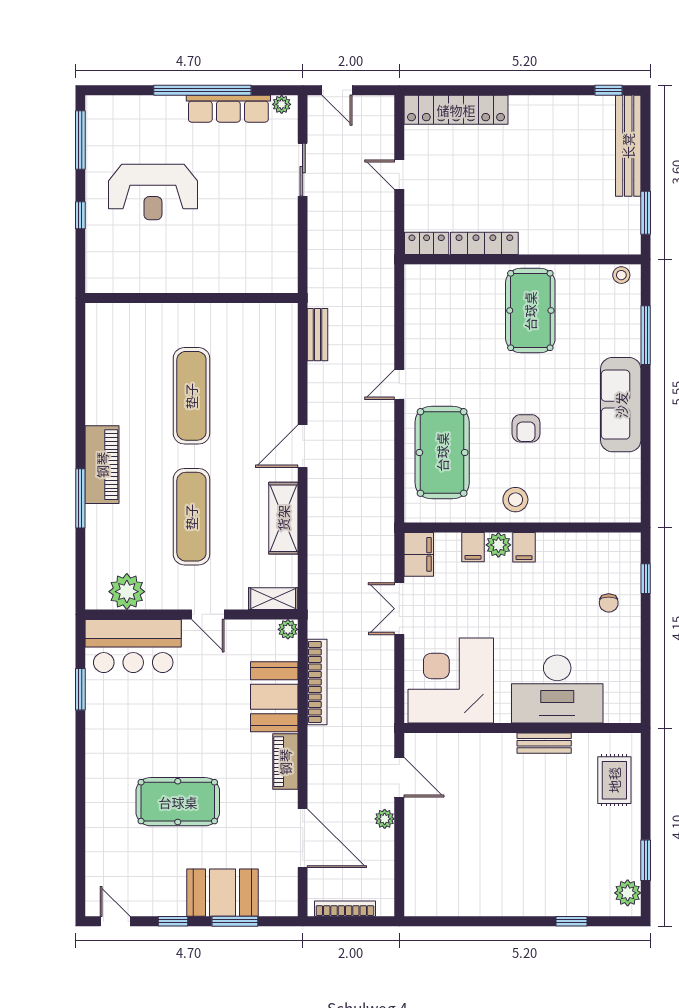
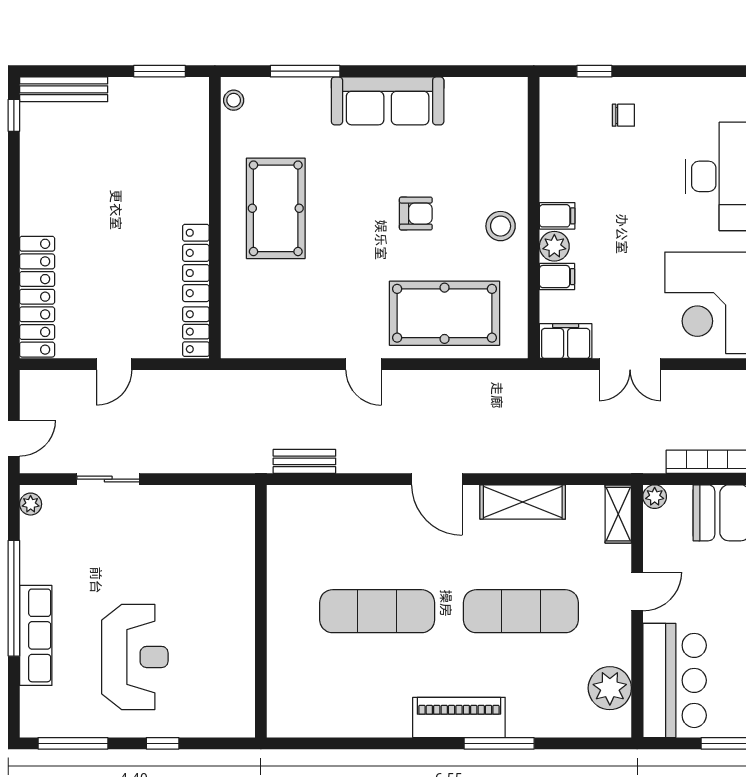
row of seats: (228, 109) -> (36, 635), moved
bench: (628, 146) -> (64, 89), width x0.73, depth x0.82
pool table: (530, 311) -> (276, 208), turned 90

